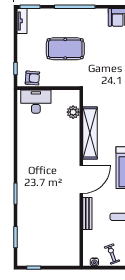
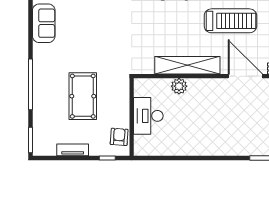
tv unit: (22, 21) -> (73, 150), moved
desk: (36, 102) -> (148, 116), moved
plant: (73, 112) -> (179, 86), moved

